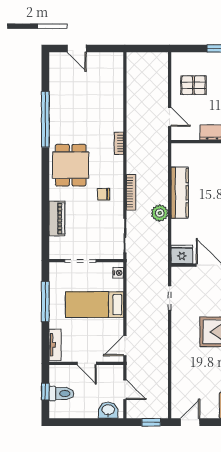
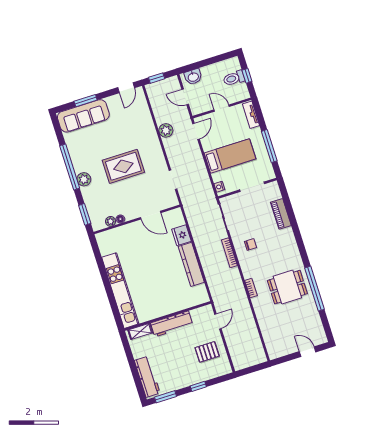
door: (170, 117) -> (218, 321), swing flipped
dining table: (71, 165) -> (287, 287), moved, turned 90
plant: (160, 213) -> (166, 130), moved
fridge: (182, 254) -> (181, 235), moved, turned 90

